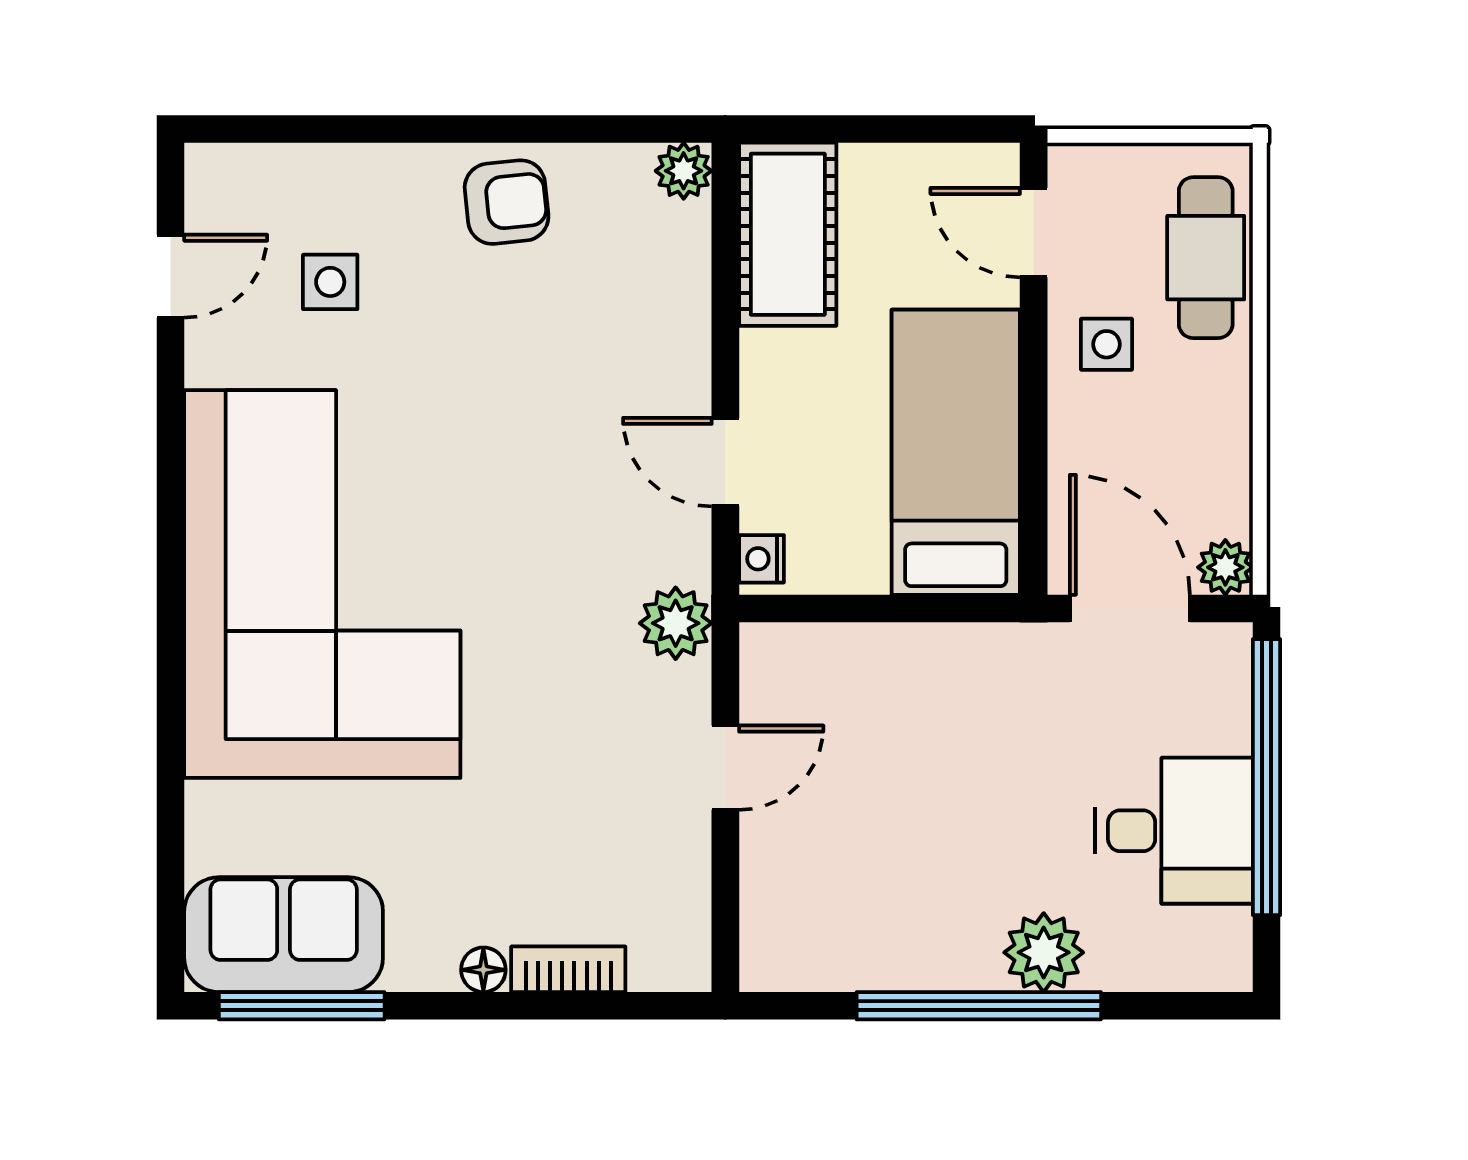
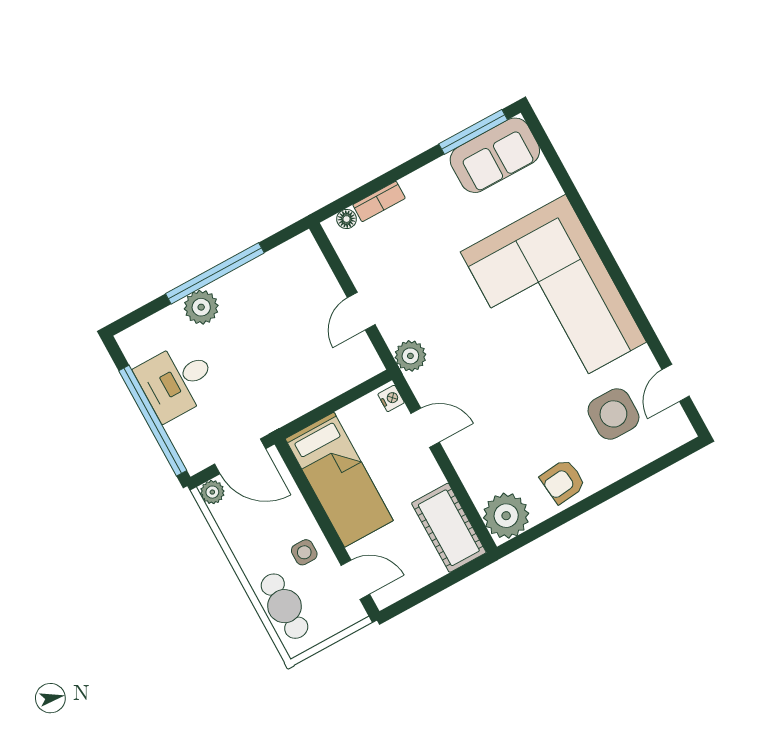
plant: (684, 171) -> (506, 516), width x1.87, depth x1.87
side table: (330, 282) -> (613, 414), width x1.87, depth x1.87
floor lamp: (483, 970) -> (347, 219), moved

